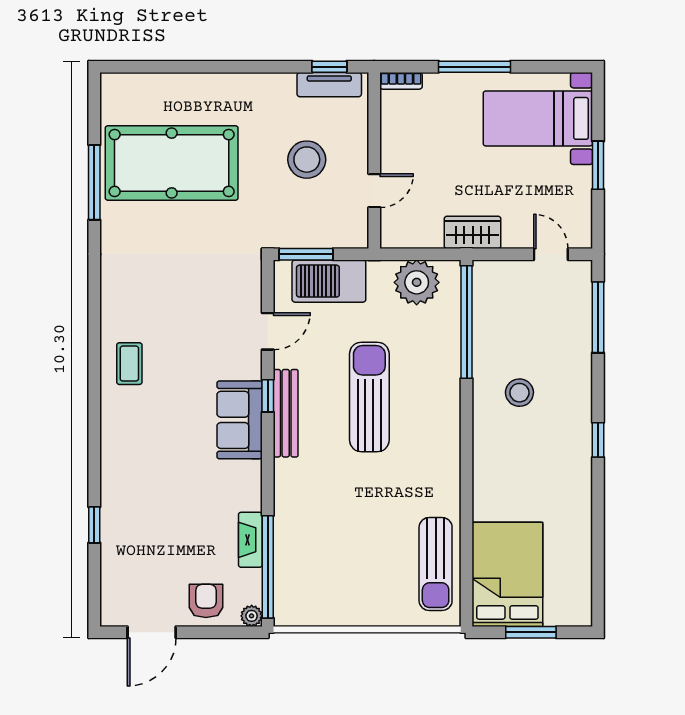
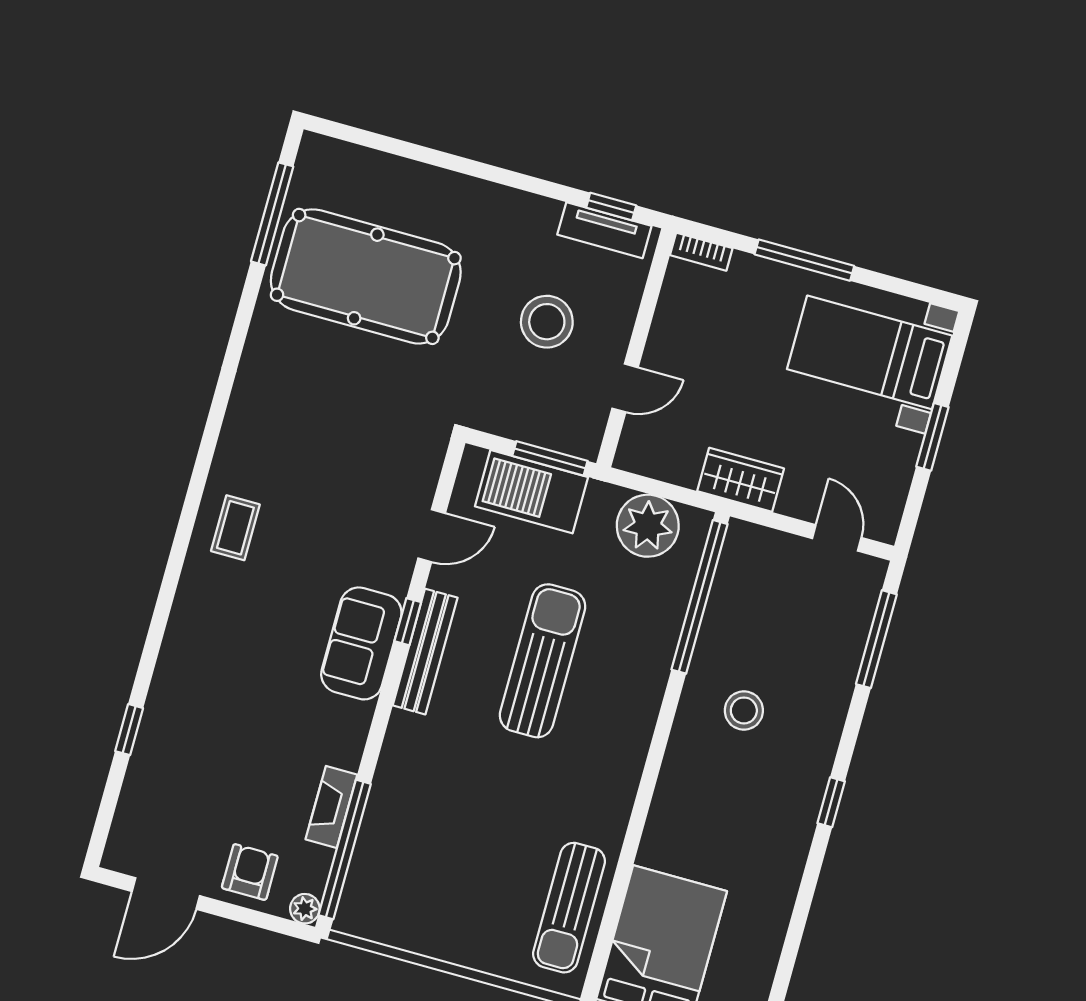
window: (94, 182) -> (272, 214), moved
window: (306, 254) -> (550, 458), moved

